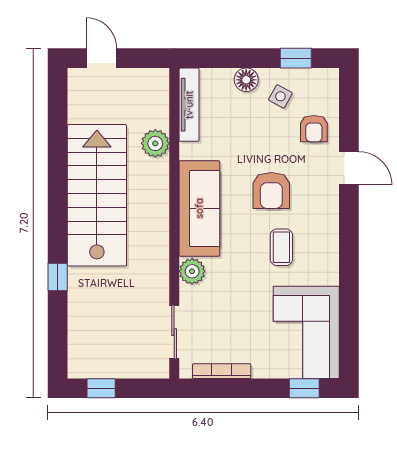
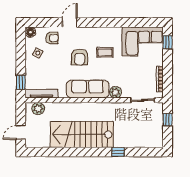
window: (296, 58) -> (21, 82), moved
floor lamp: (246, 80) -> (30, 32), moved
plant: (155, 143) -> (38, 109), moved
armchair: (271, 190) -> (80, 57), turned 90
window: (101, 388) -> (168, 120), moved

